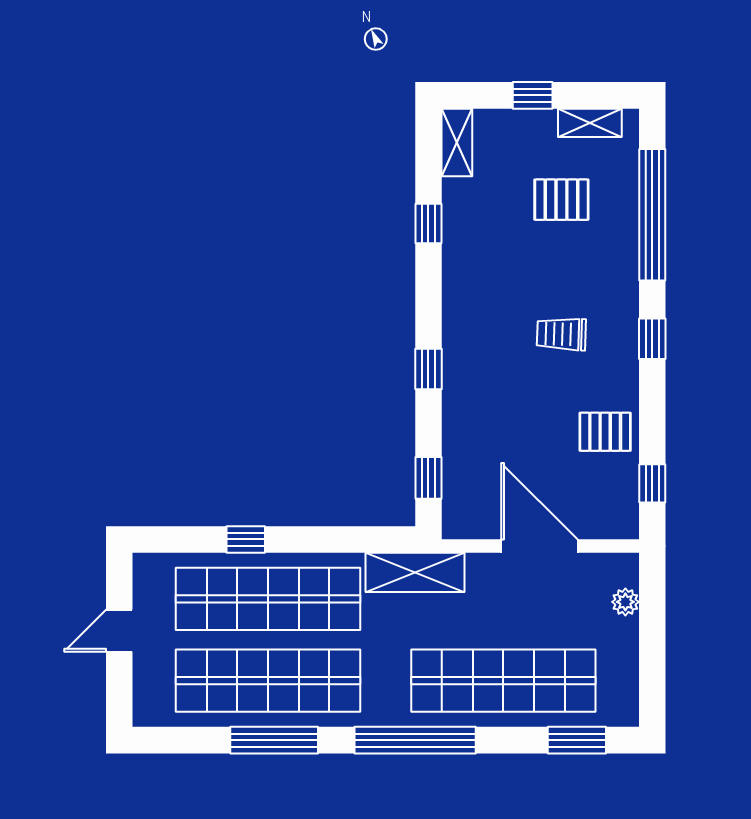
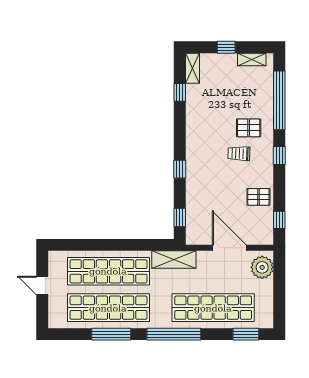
pallet: (561, 200) -> (249, 128), moved
window: (428, 224) -> (180, 92), moved
window: (246, 539) -> (99, 245), removed
plant: (625, 602) -> (262, 267), width x1.87, depth x1.87
door: (119, 631) -> (42, 285), hinge flipped

